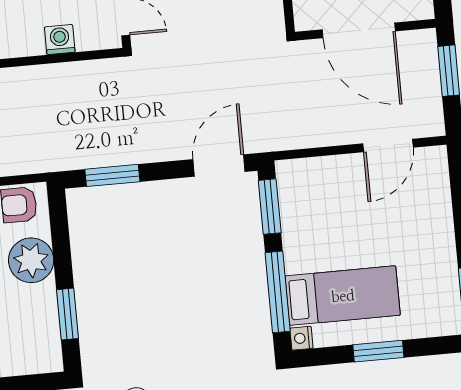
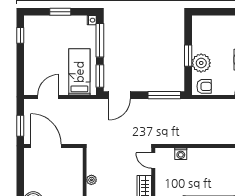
door: (359, 30) -> (46, 146), moved
window: (112, 175) -> (164, 95), width x1.44
bed: (343, 296) -> (79, 72), moved, turned 90
window: (68, 314) -> (188, 56), moved

